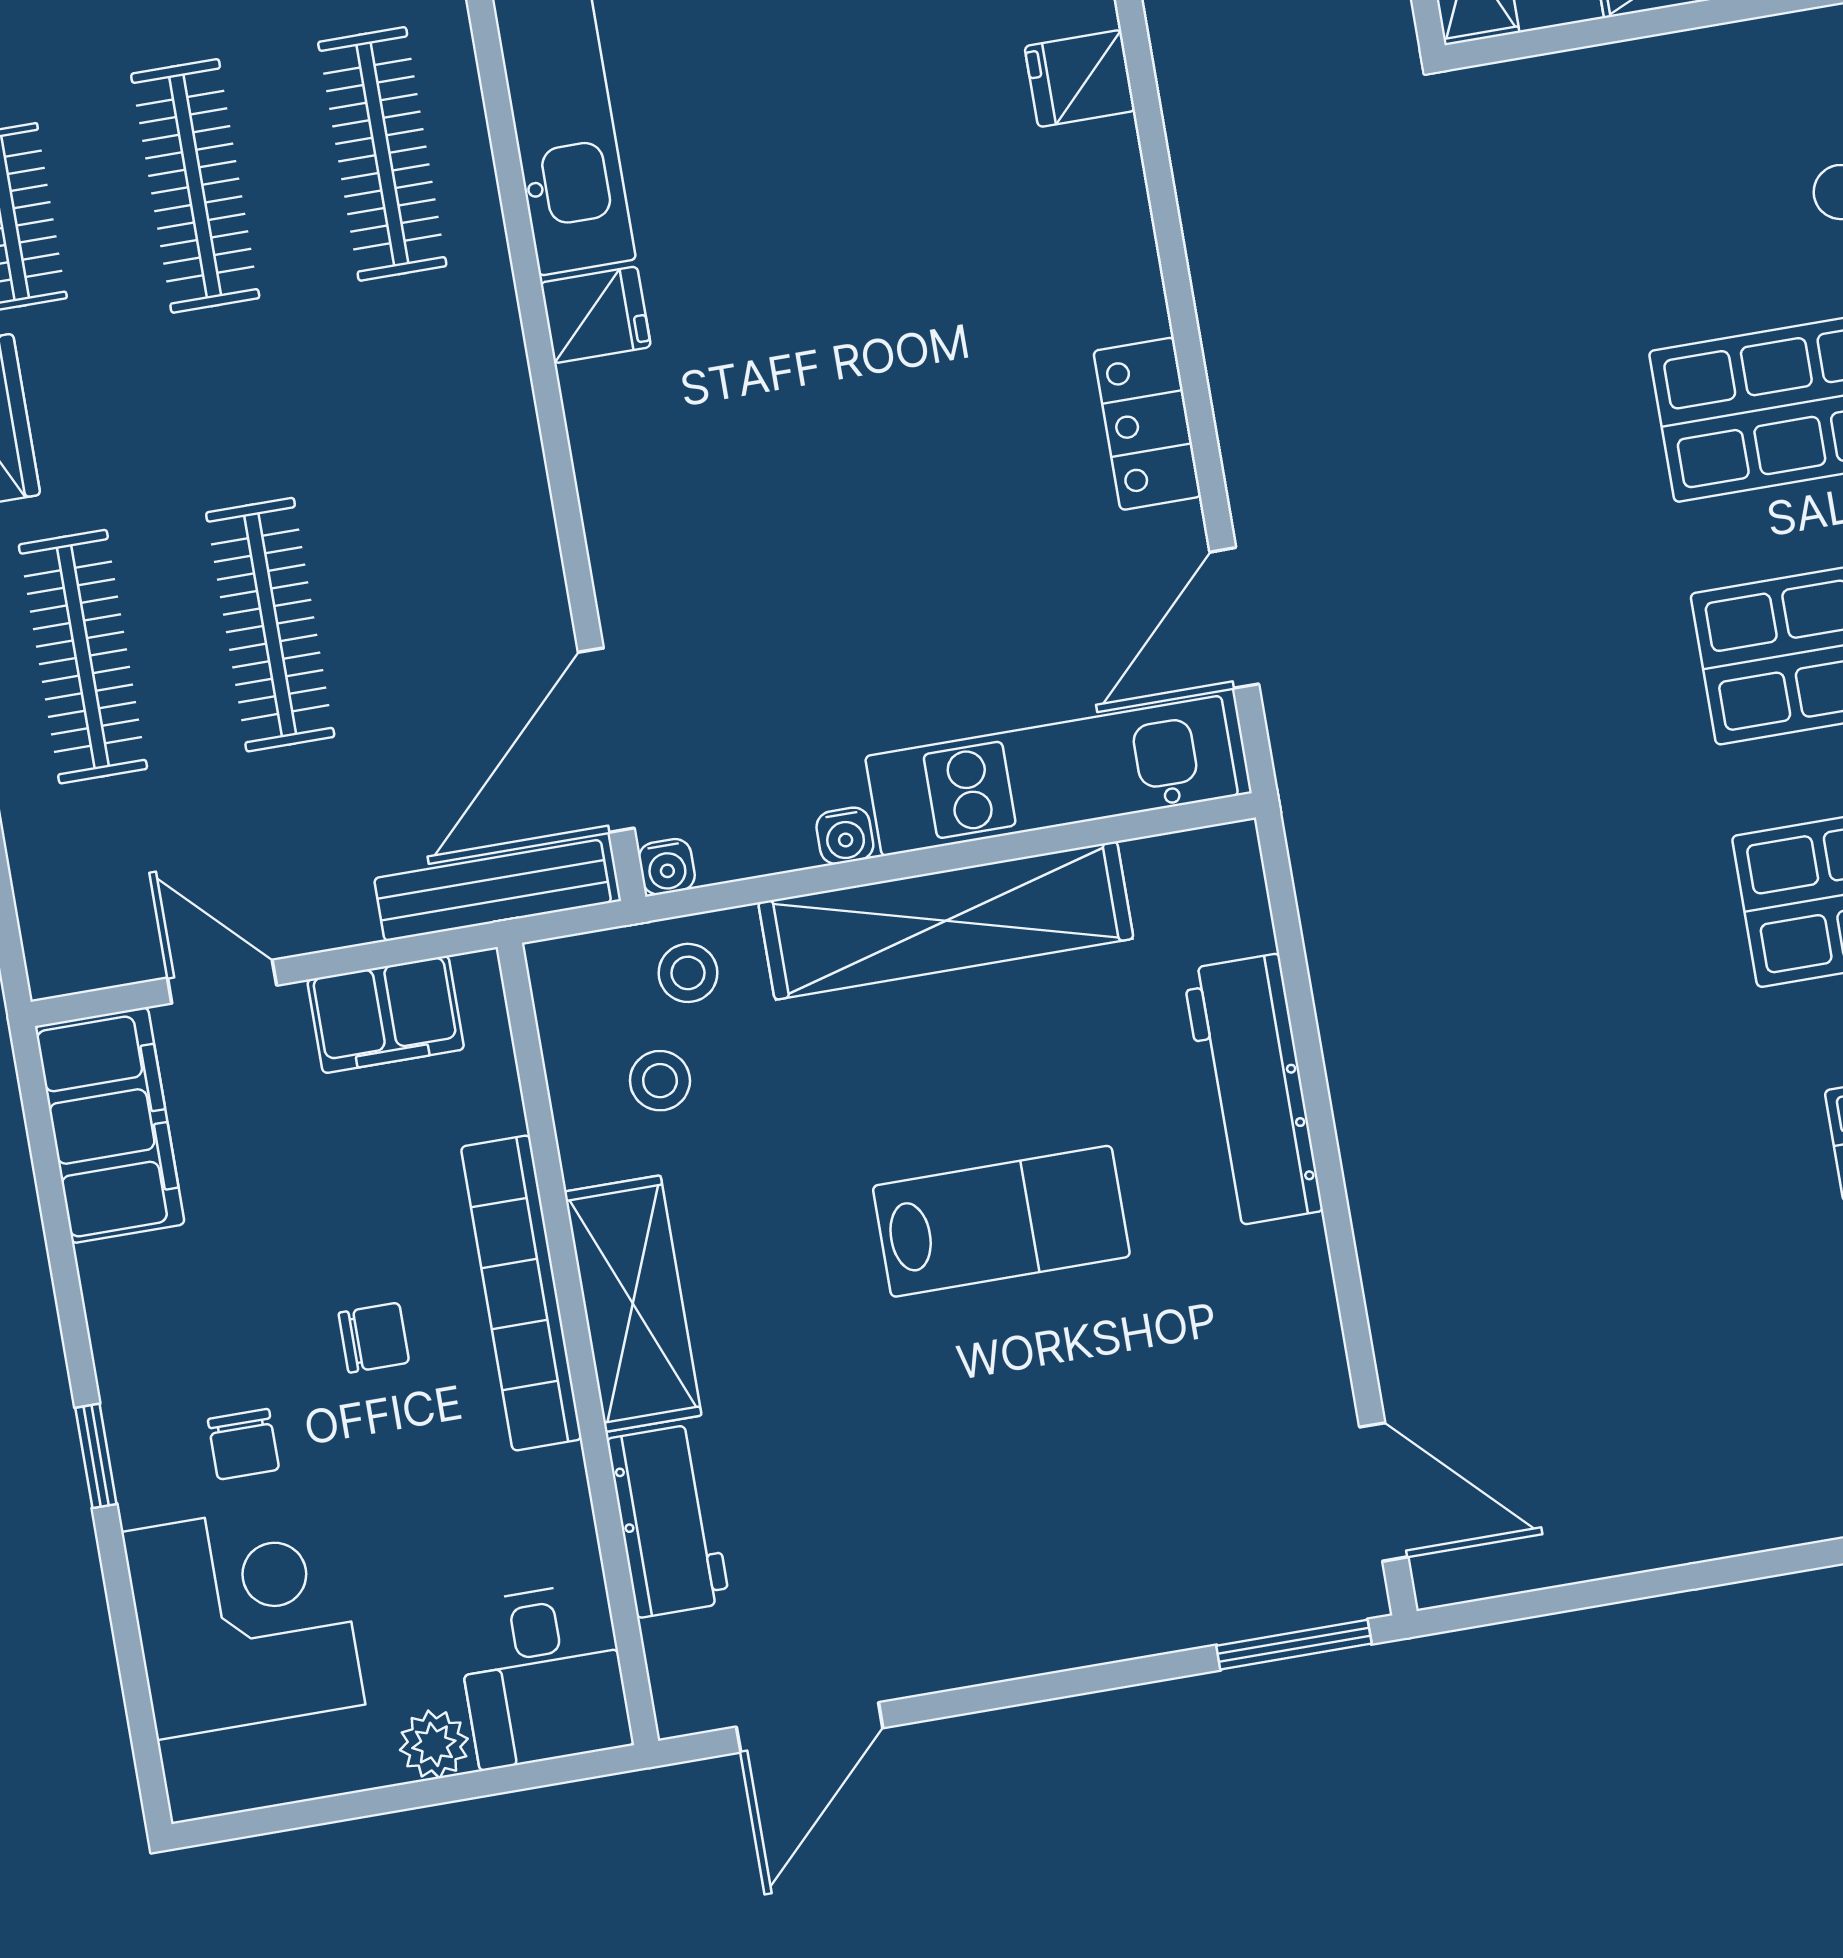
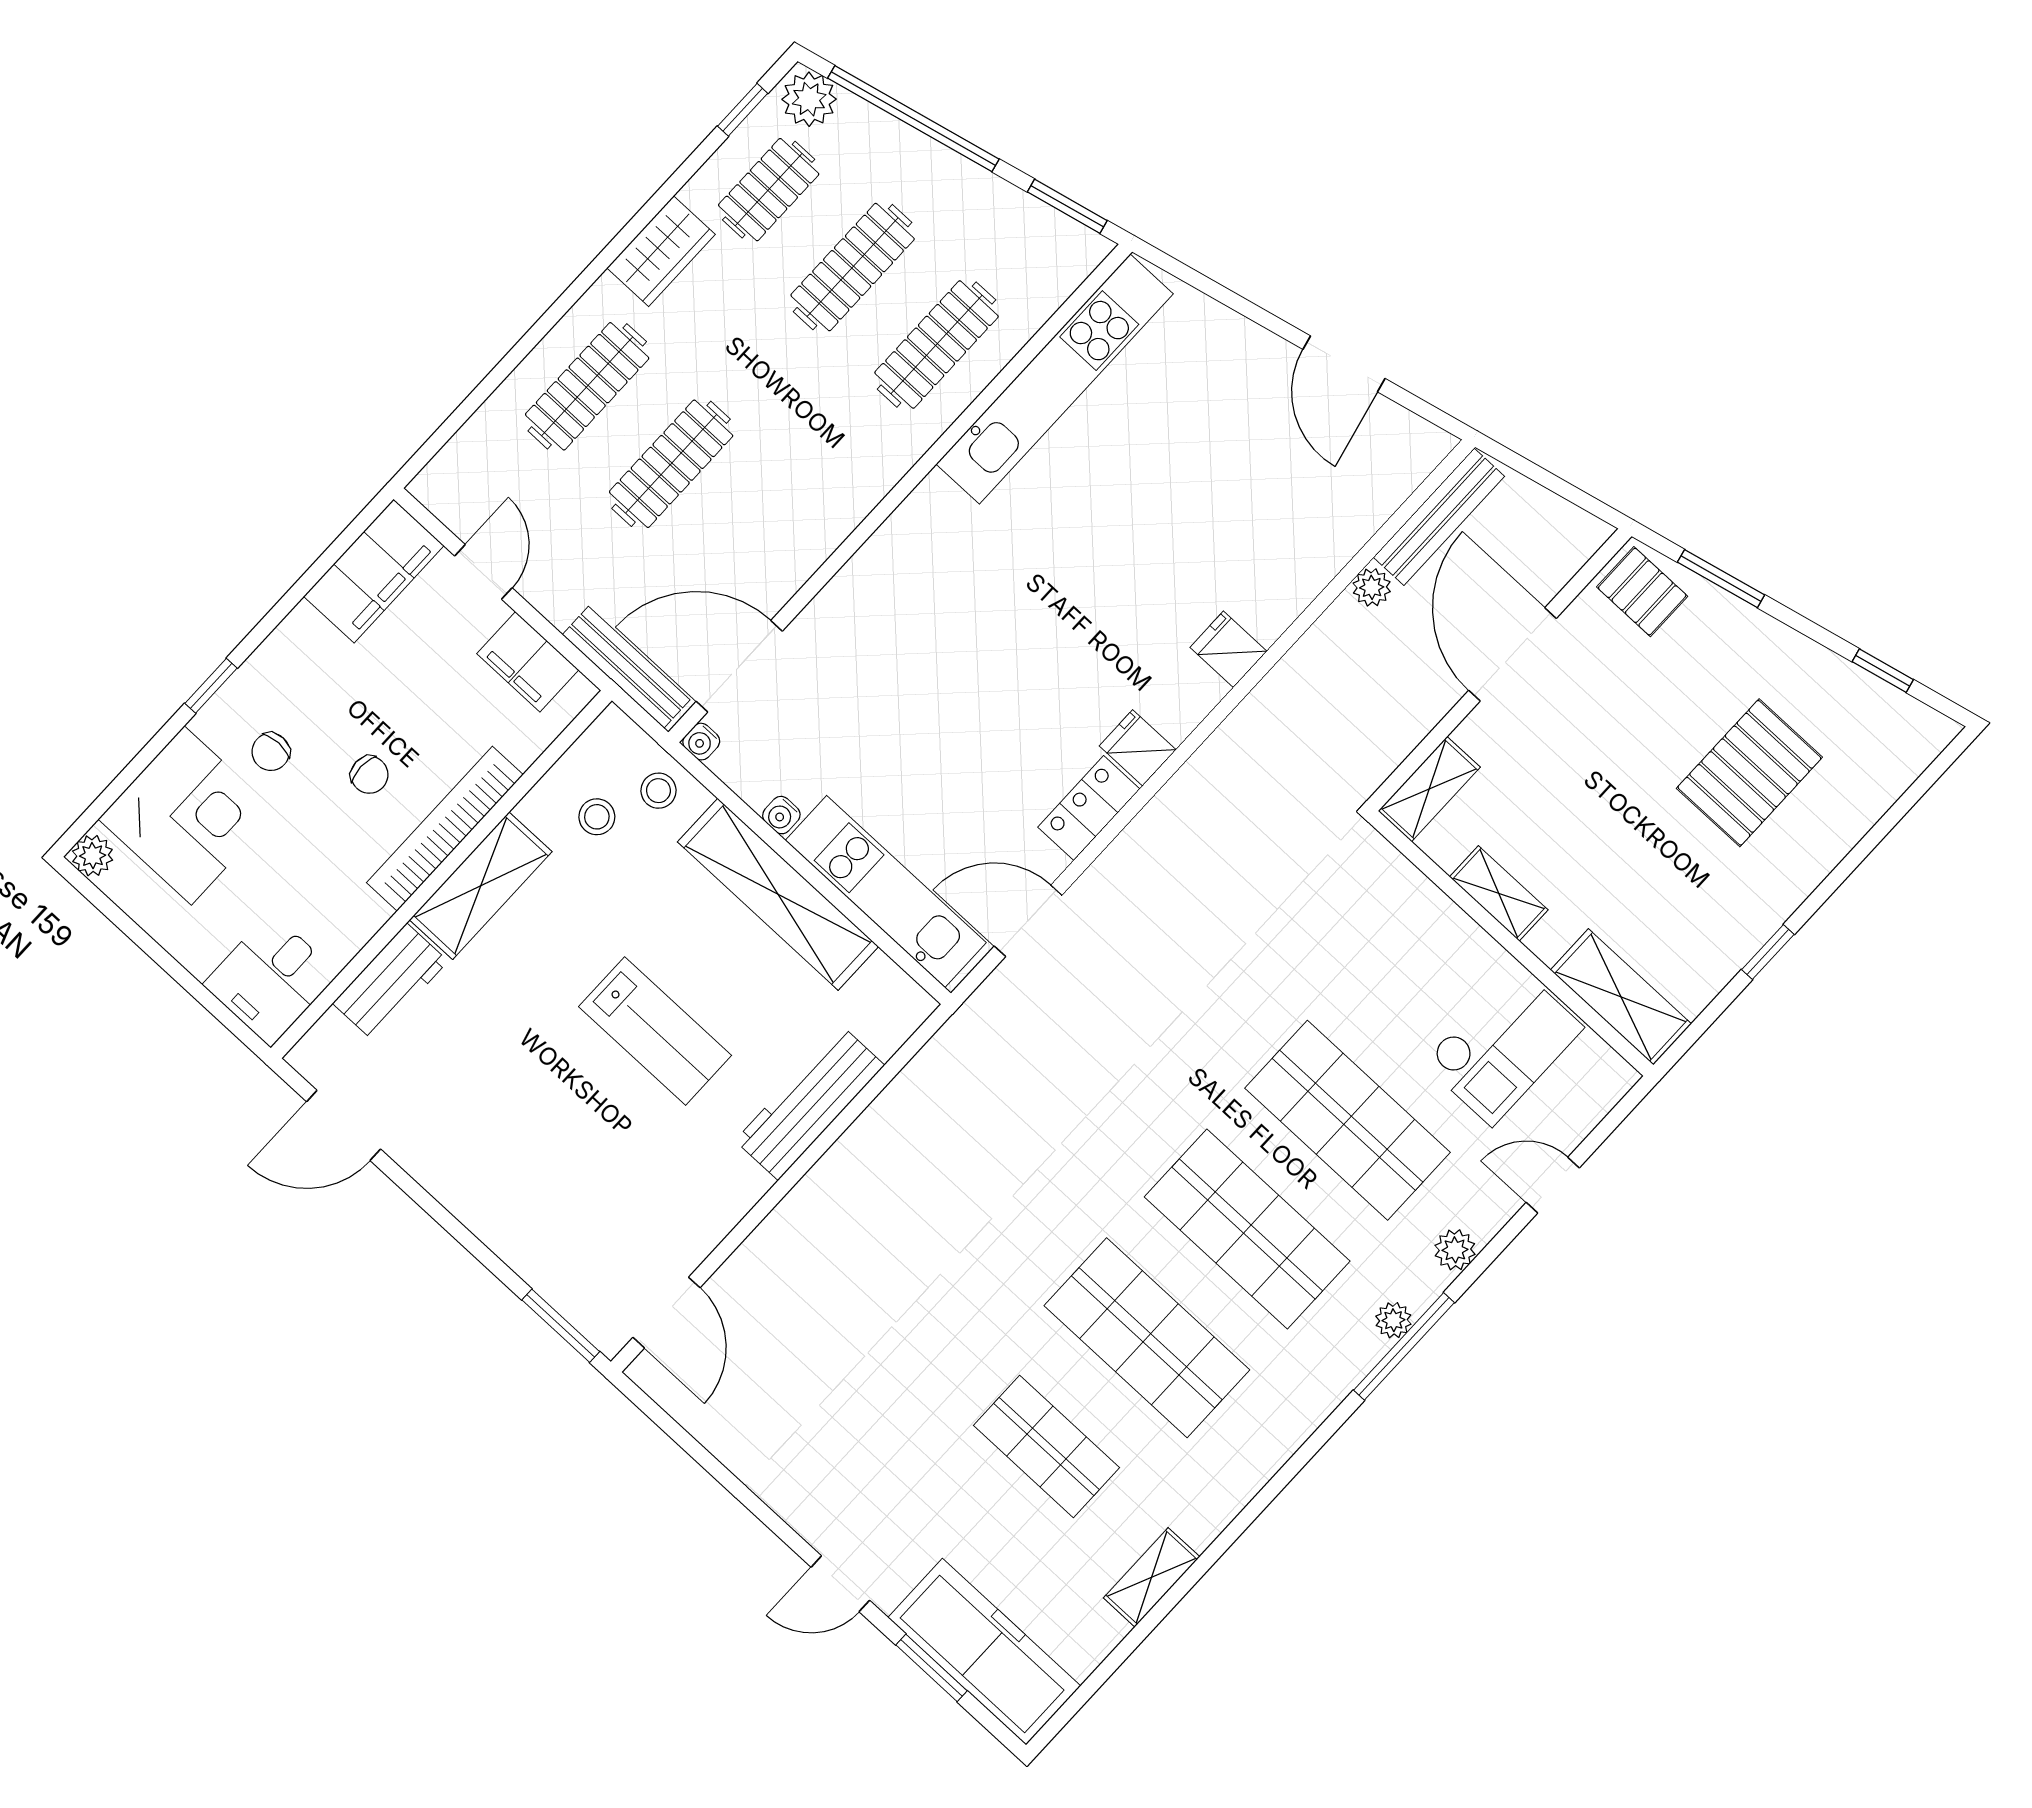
fridge: (596, 315) -> (1138, 748), moved, turned 180
plant: (434, 1744) -> (93, 856), moved

